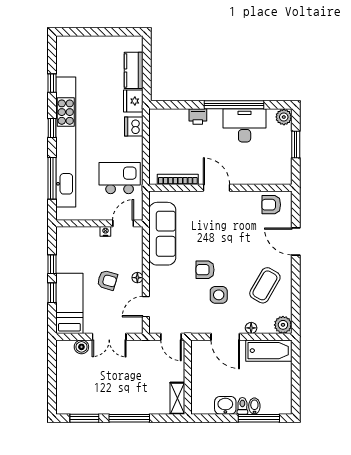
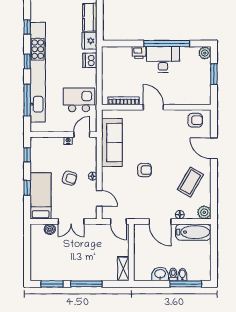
desk: (245, 125) -> (163, 59), moved
armchair: (271, 205) -> (195, 120), turned 180
window: (52, 264) -> (27, 155), moved
armchair: (205, 270) -> (145, 170), turned 180
side table: (219, 295) -> (155, 189), removed
door: (146, 307) -> (99, 198), swing flipped

